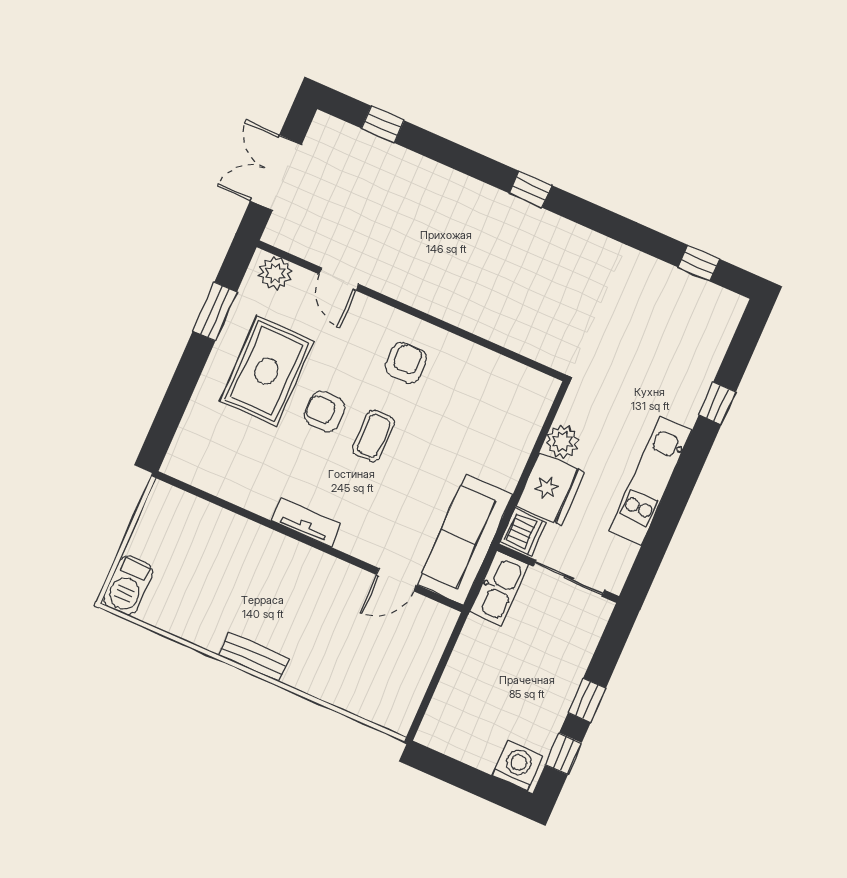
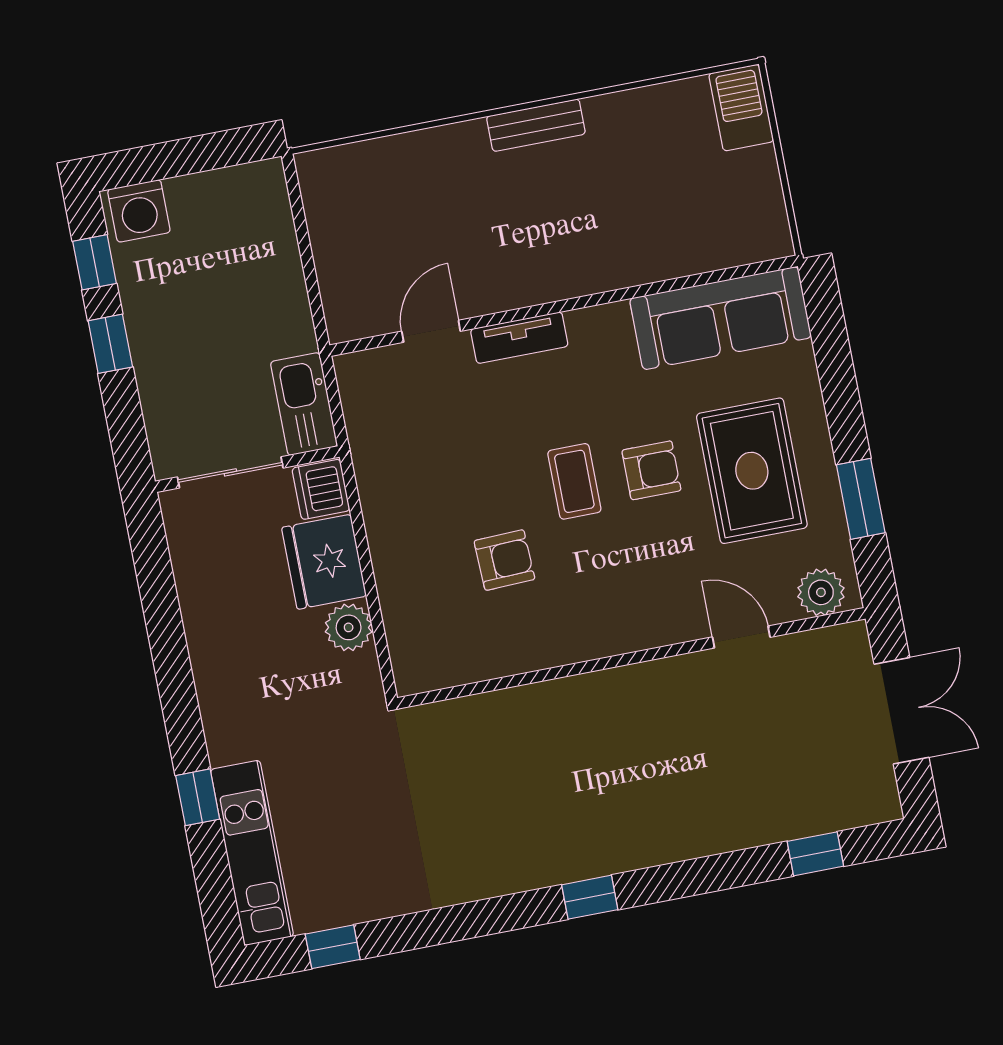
armchair: (406, 363) -> (504, 560), moved, turned -92
kitchen unit: (650, 481) -> (252, 853), moved
tv unit: (306, 522) -> (519, 338), moved
sofa: (465, 540) -> (720, 318), moved, turned 90

